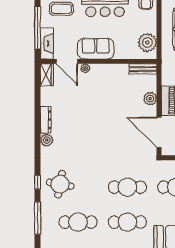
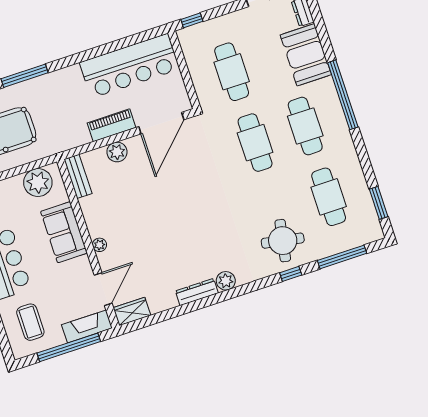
sofa: (96, 49) -> (64, 232), moved
plant: (85, 68) -> (99, 245), moved

